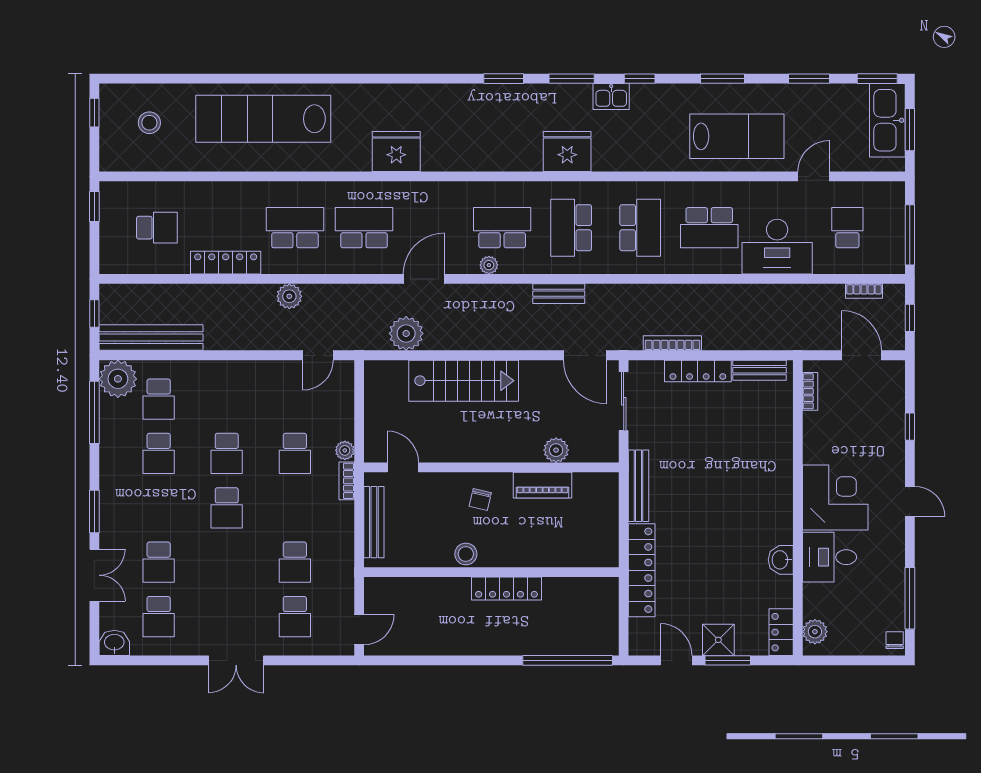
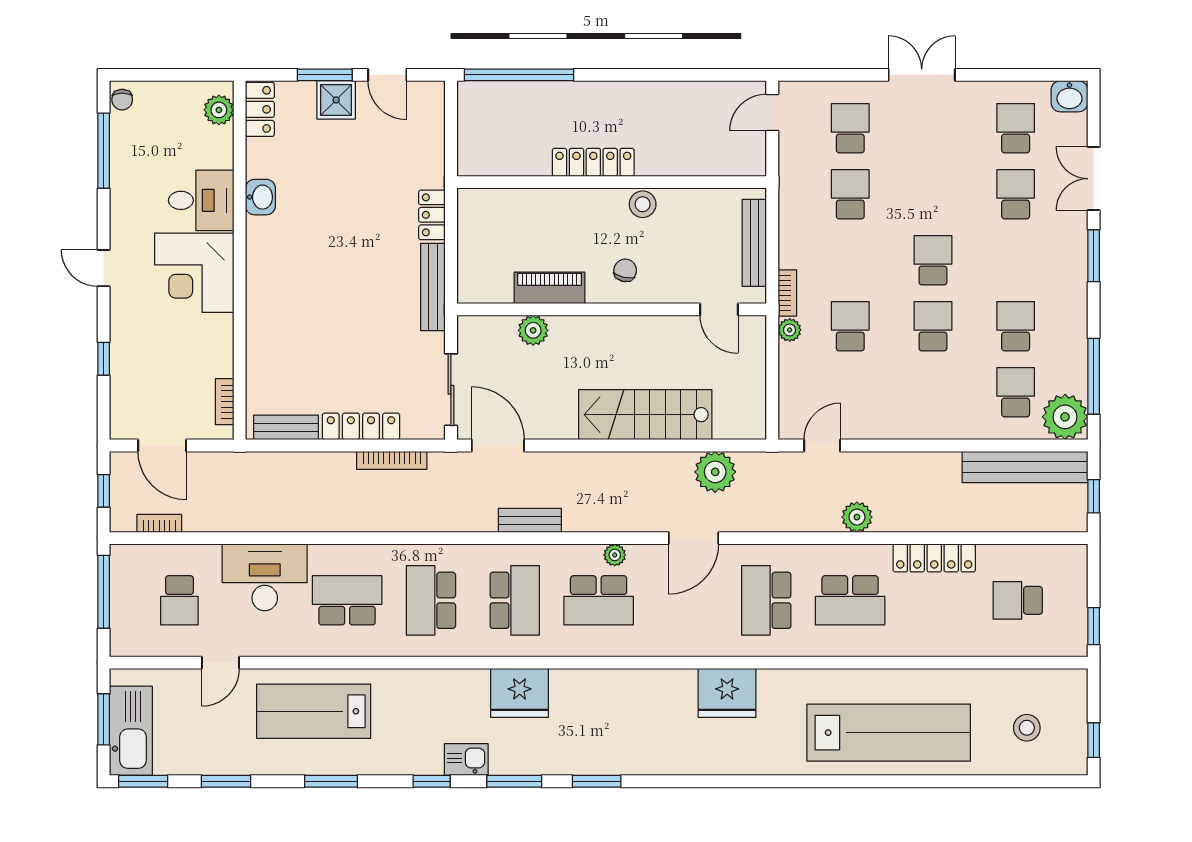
school desk: (364, 228) -> (766, 600), turned 90
locker: (642, 570) -> (432, 215), width x0.46, depth x0.83

